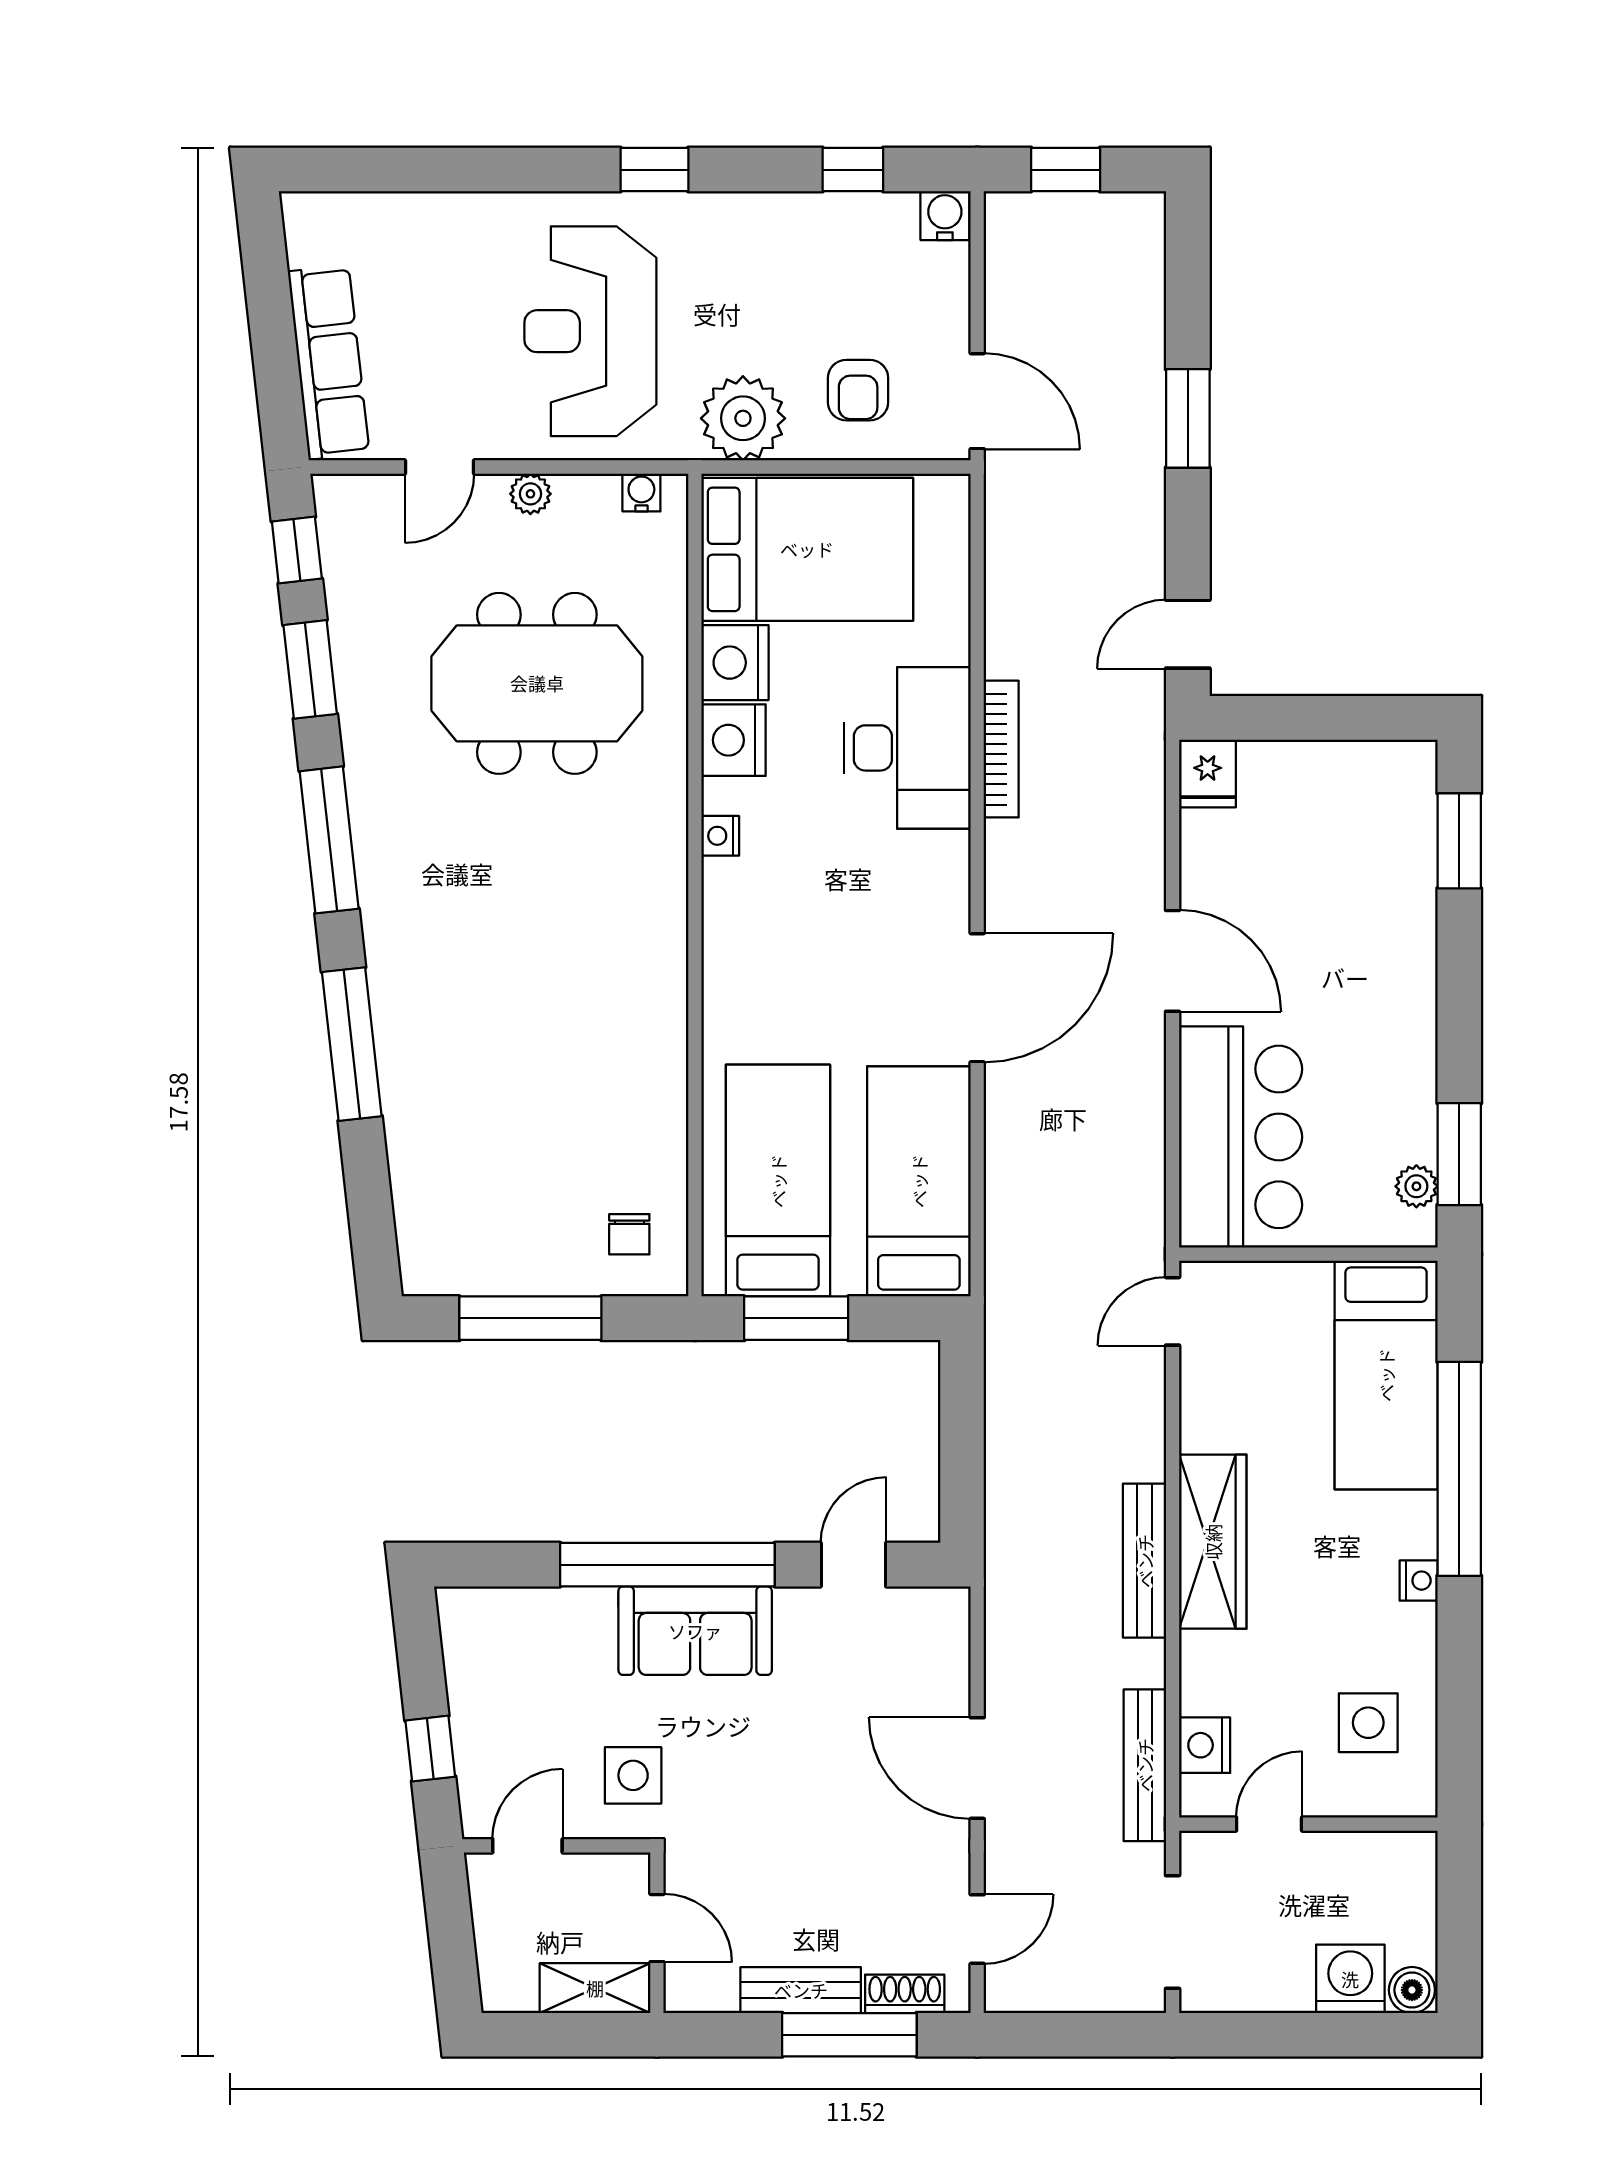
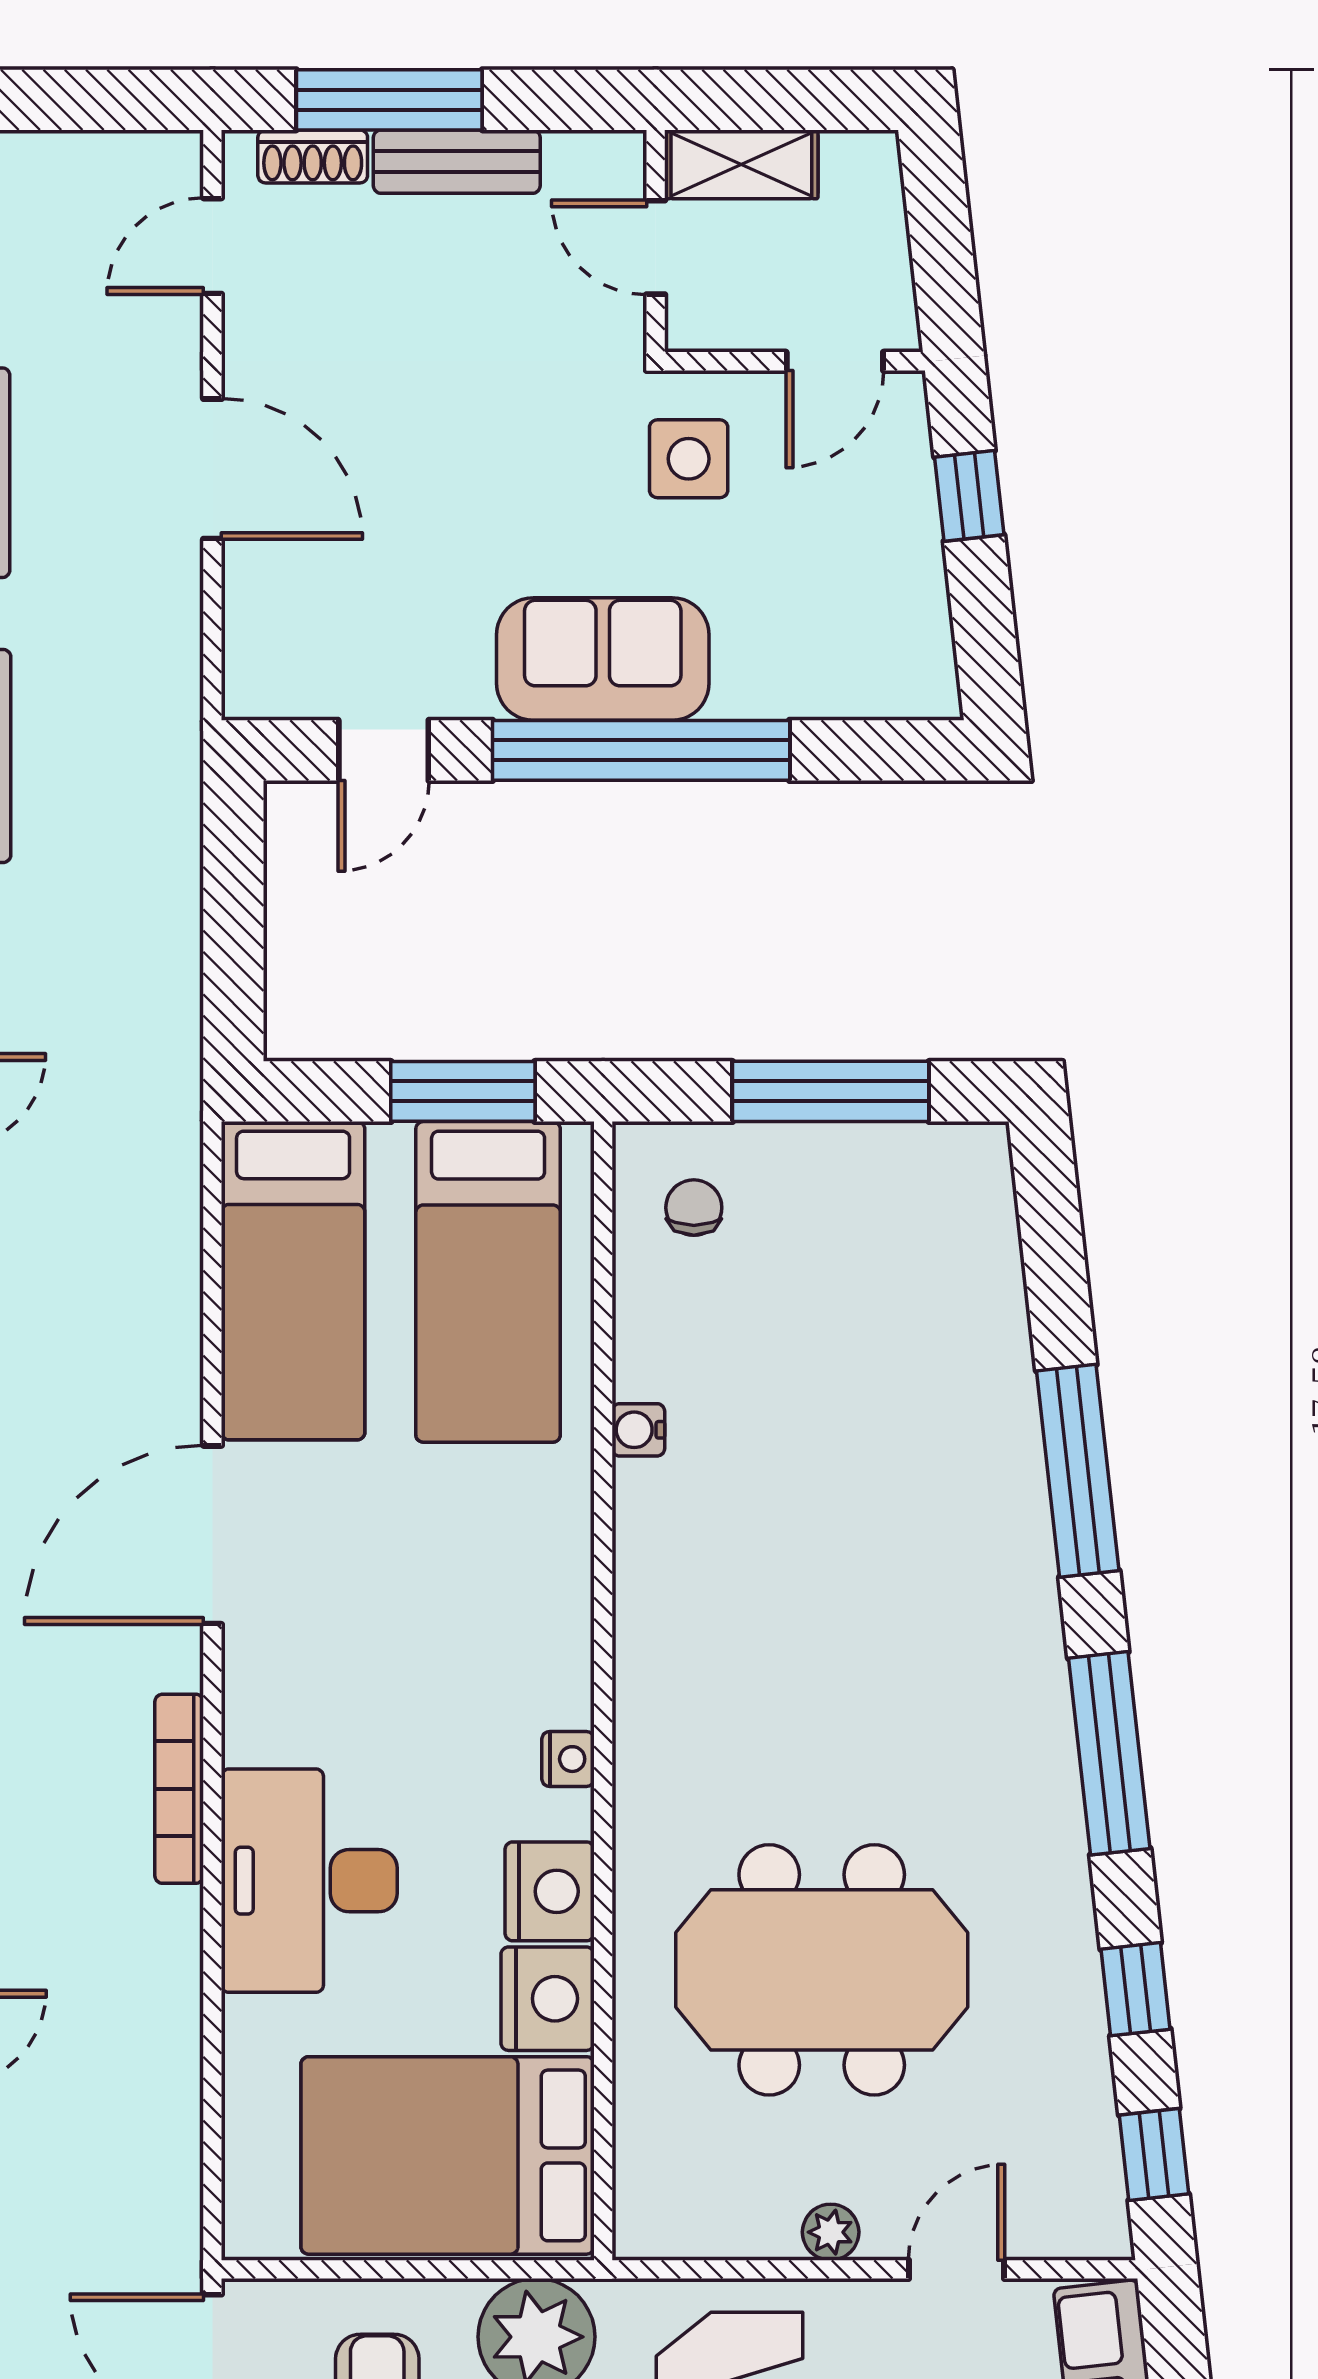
water cooler: (641, 493) -> (638, 1430), moved, turned 90
window: (310, 669) -> (1135, 1989), width x0.67
bookcase: (1001, 749) -> (179, 1789), moved

